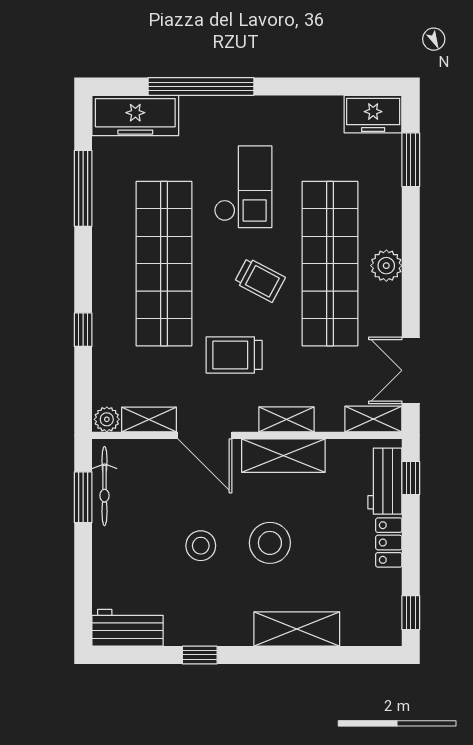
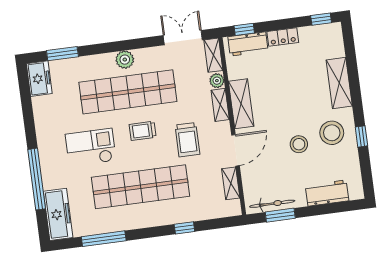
trolley: (260, 280) -> (143, 131), turned -118
double door: (411, 370) -> (183, 38), swing flipped
plant: (107, 419) -> (217, 81), moved
stool: (270, 543) -> (332, 133), moved
workbench: (128, 628) -> (327, 193), moved, turned 90

